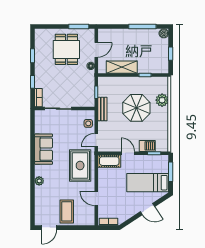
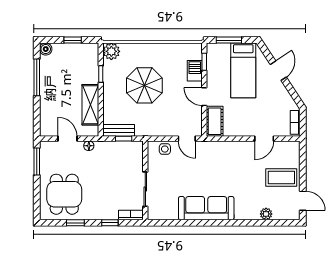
dining table: (66, 49) -> (64, 194), moved, turned 90
plant: (162, 100) -> (111, 51), moved
bench: (102, 109) -> (119, 130), moved
sofa: (44, 149) -> (206, 208), width x1.36
door: (128, 153) -> (204, 97), hinge flipped
rug: (80, 166) -> (221, 160), removed
plant: (39, 181) -> (266, 214), moved

